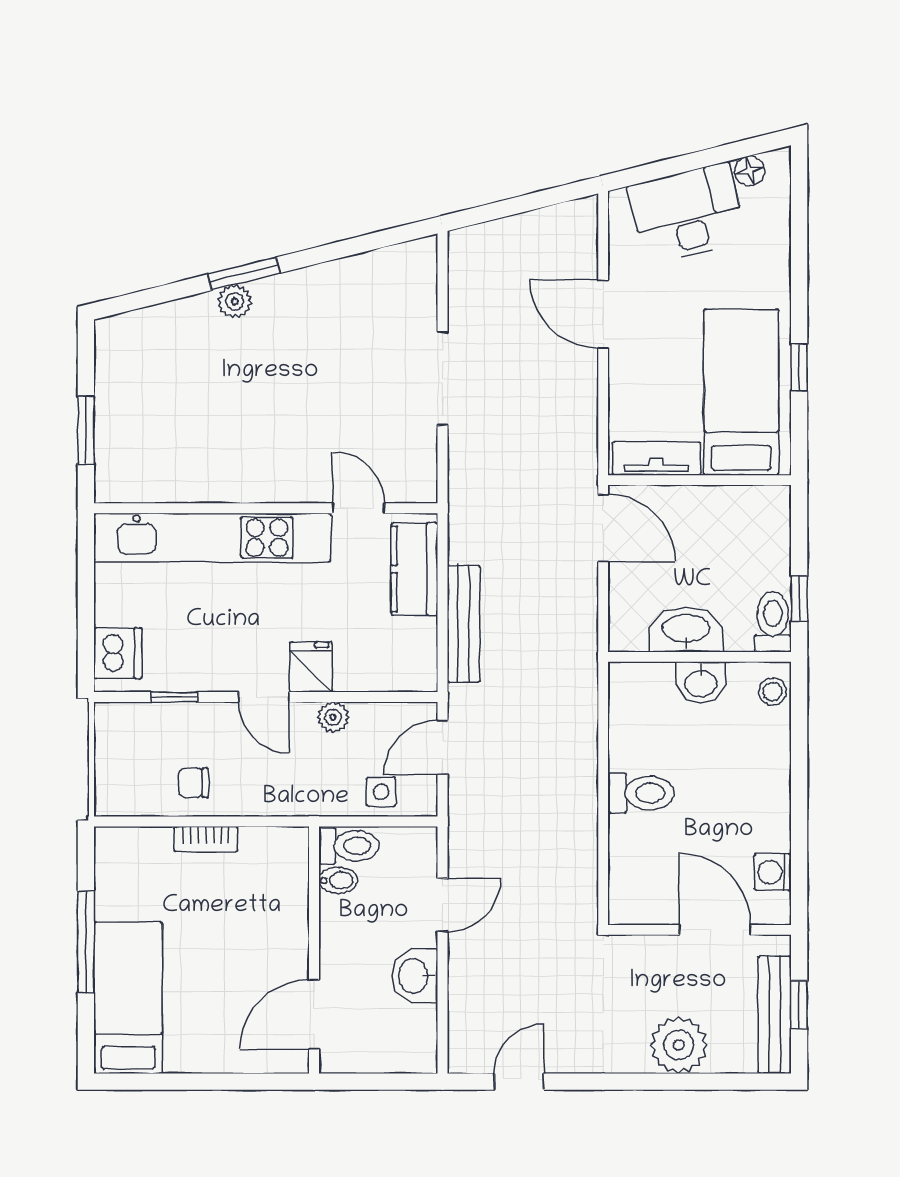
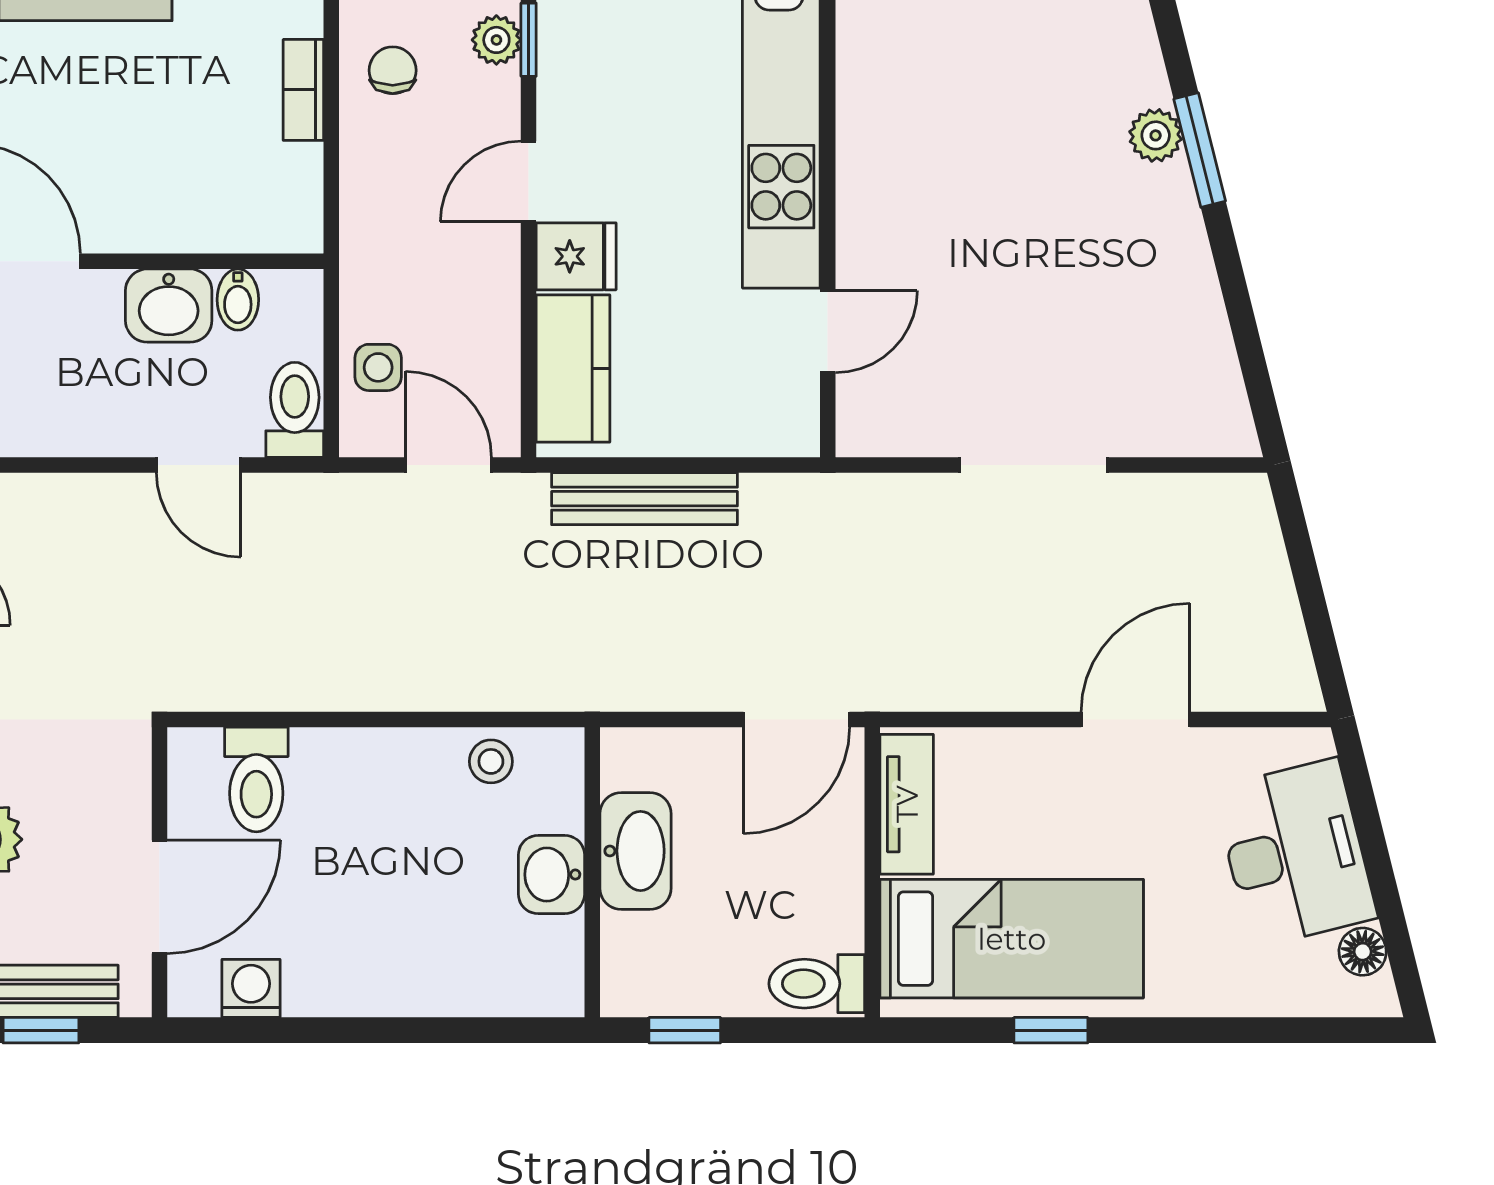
kitchen counter: (414, 569) -> (573, 369), moved, turned 90
toilet: (773, 622) -> (817, 984), moved, turned 180
stool: (772, 692) -> (491, 761), moved
plant: (333, 717) -> (496, 40), moved
toilet: (641, 793) -> (256, 780), moved
toilet: (349, 846) -> (295, 410), moved, turned 180
washbasin: (415, 976) -> (169, 306), moved, turned 180

